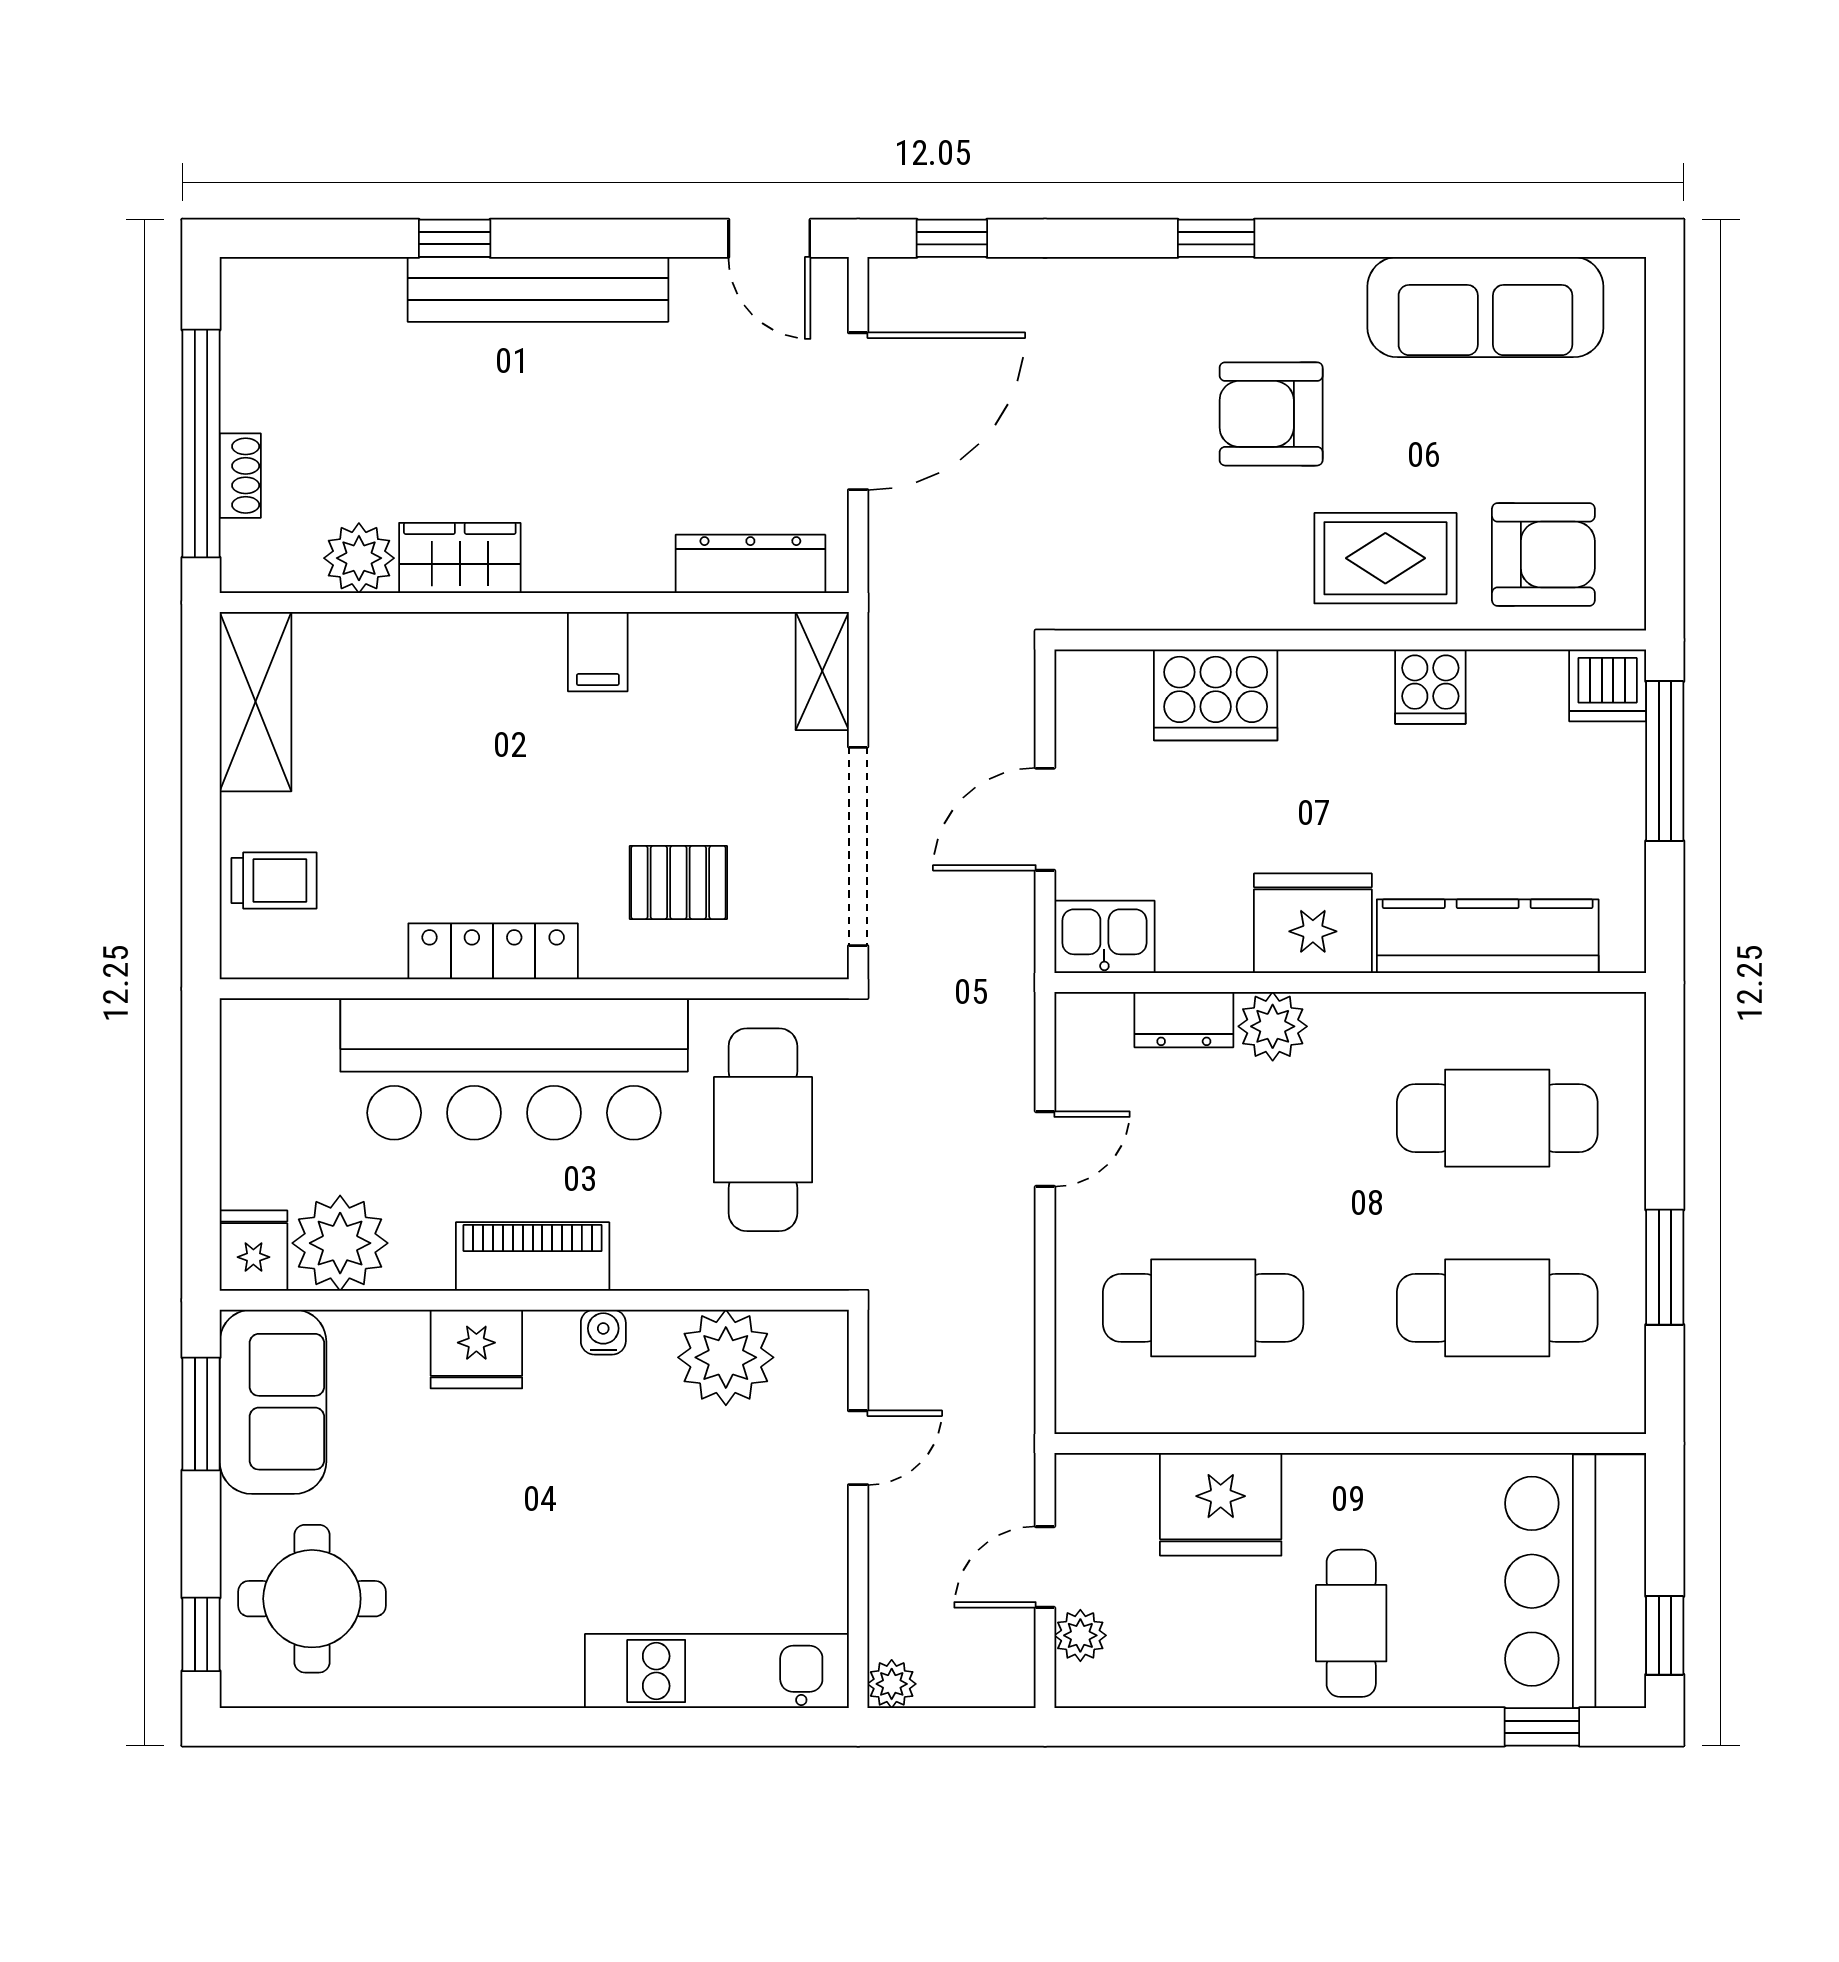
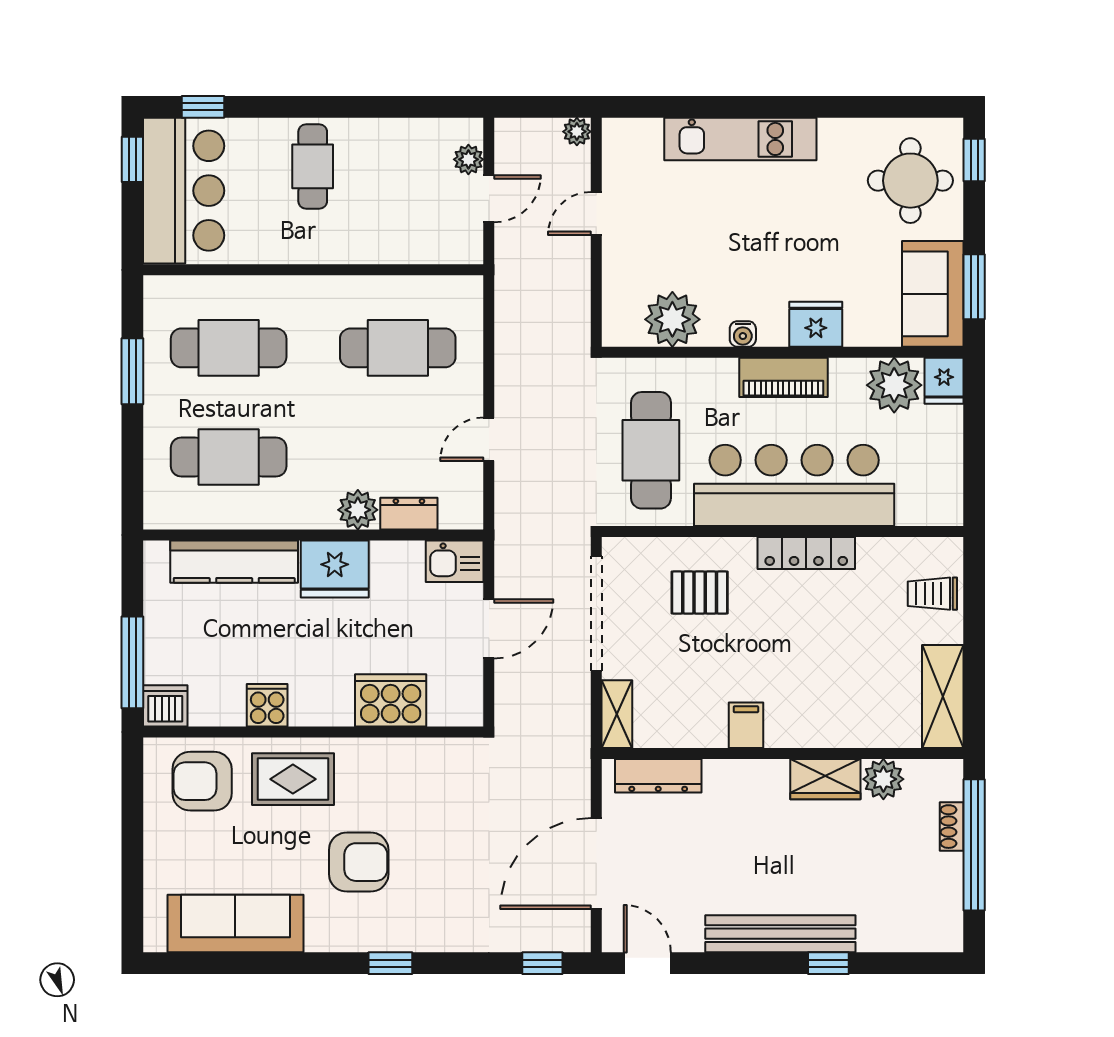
door: (858, 1448) -> (596, 213), moved
fridge: (1221, 1504) -> (388, 235), removed
kitchen unit: (717, 1671) -> (740, 139), moved

